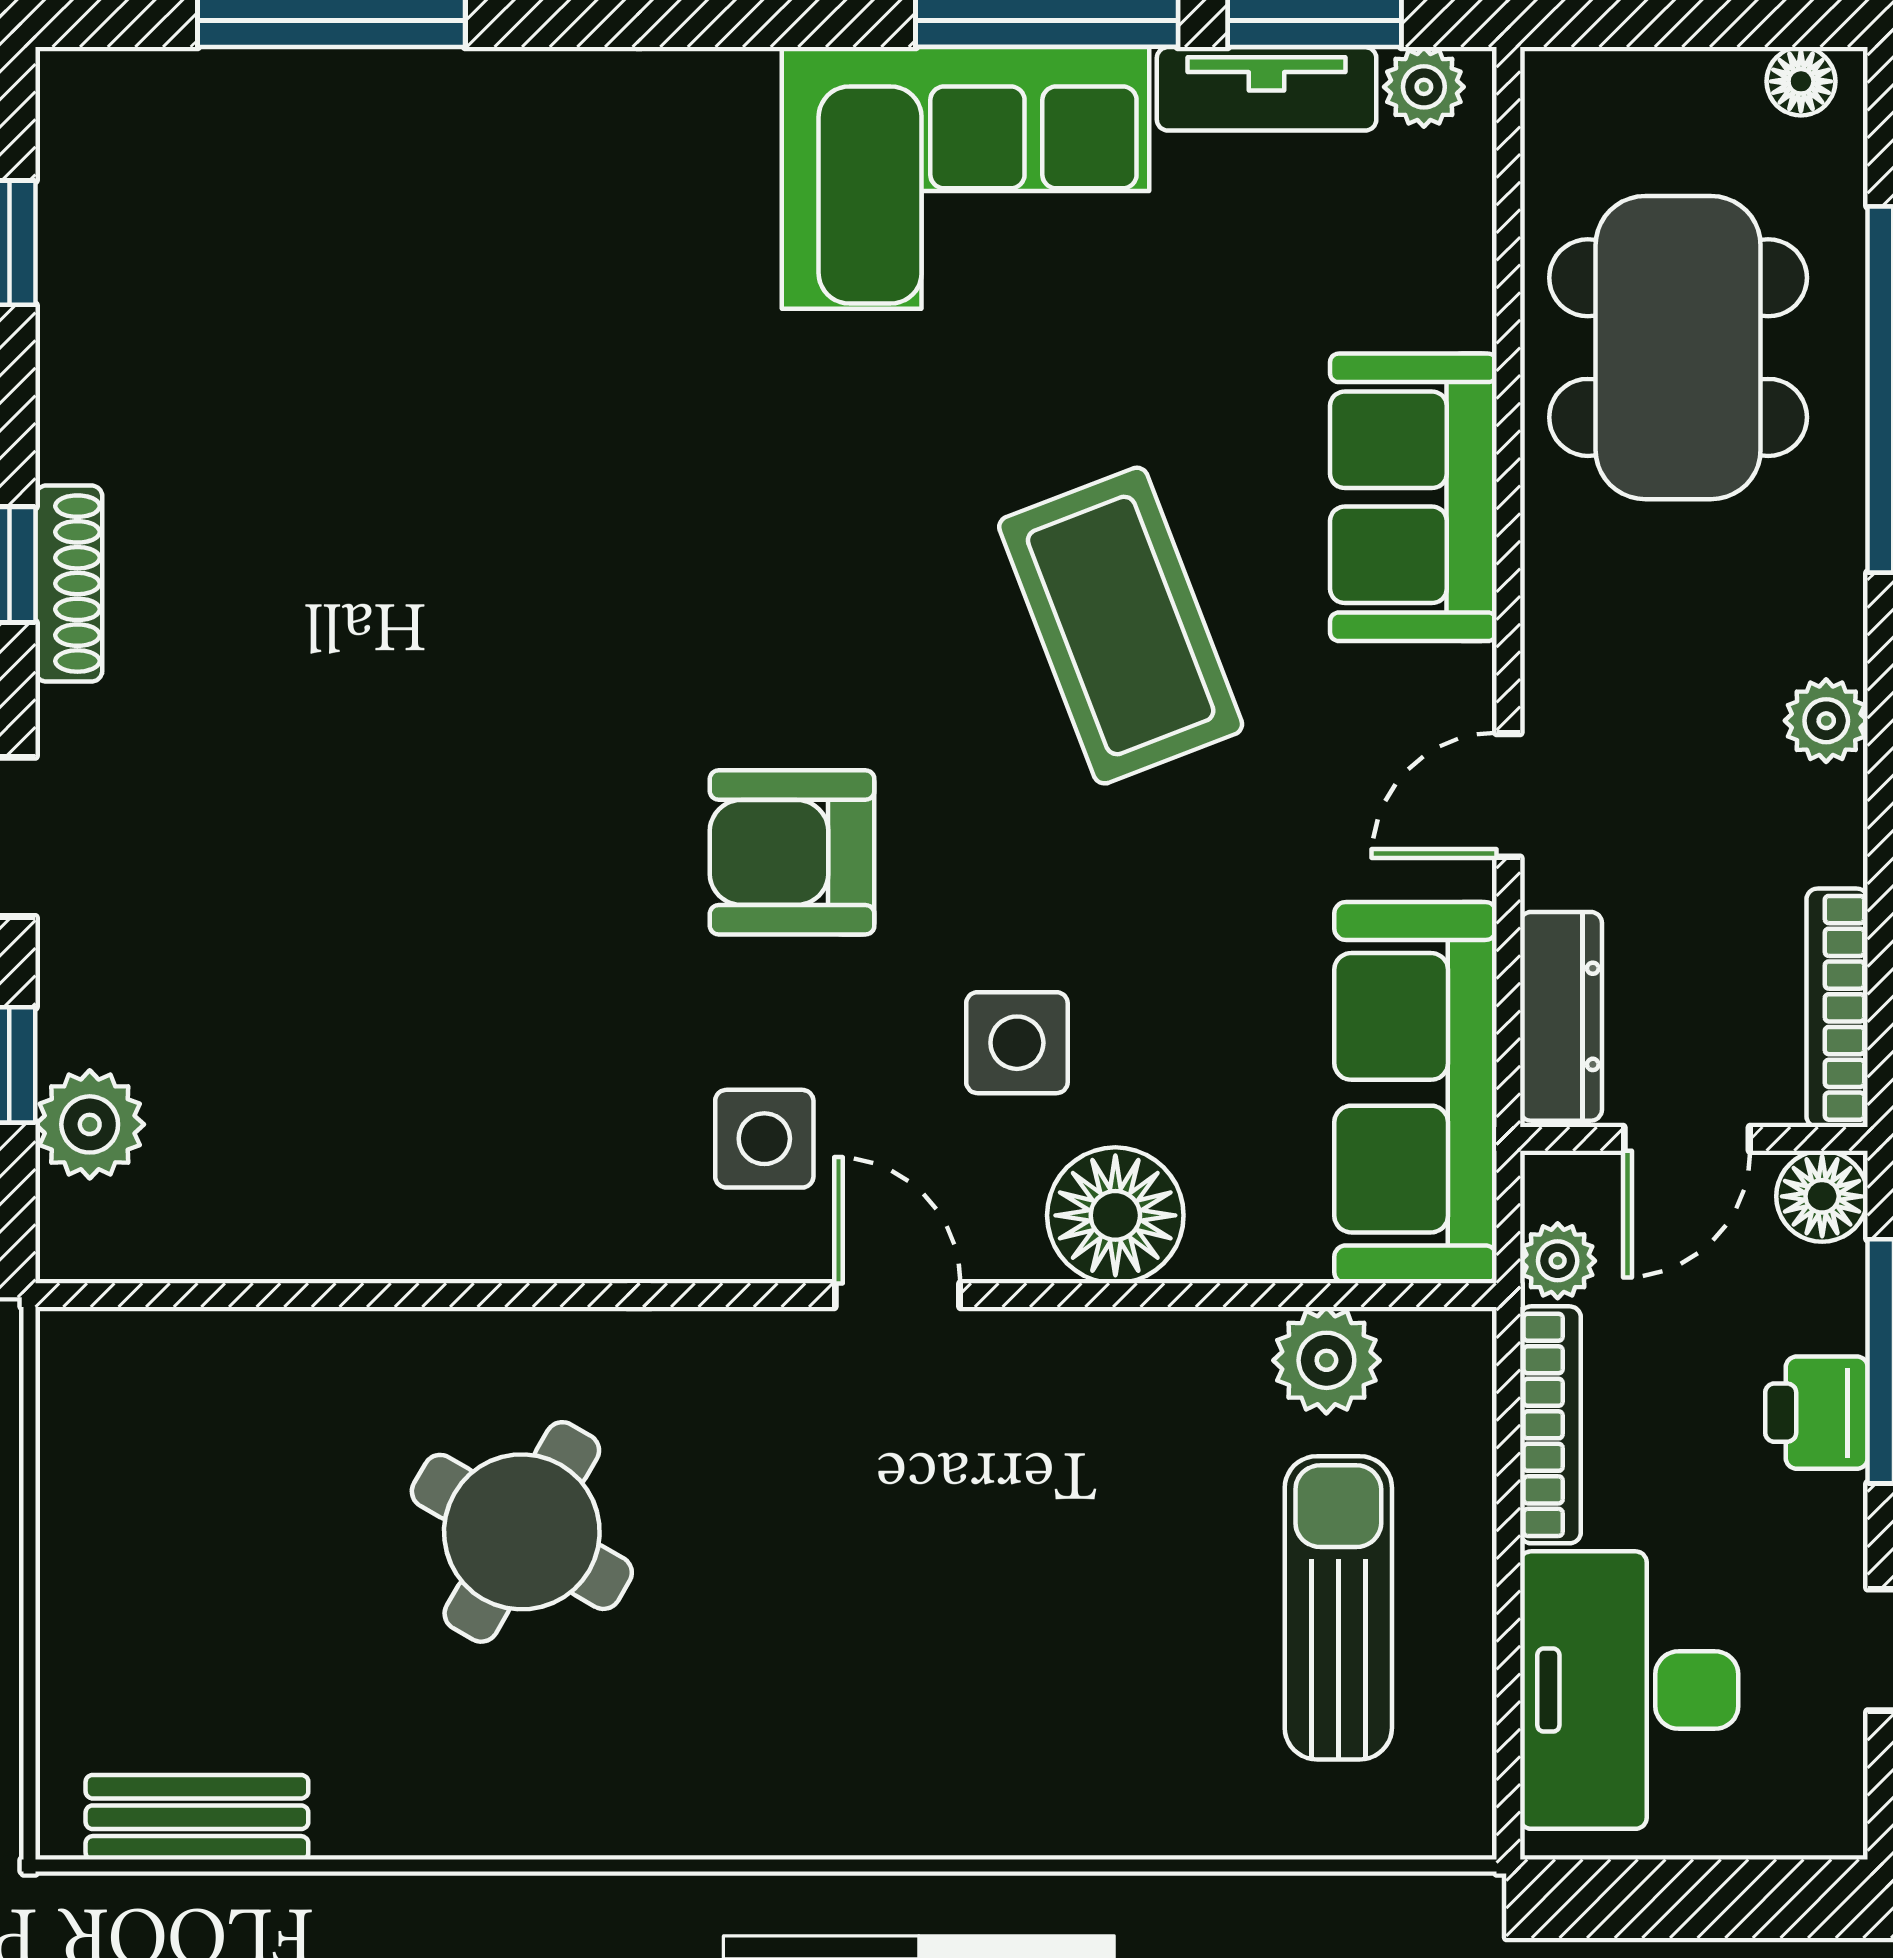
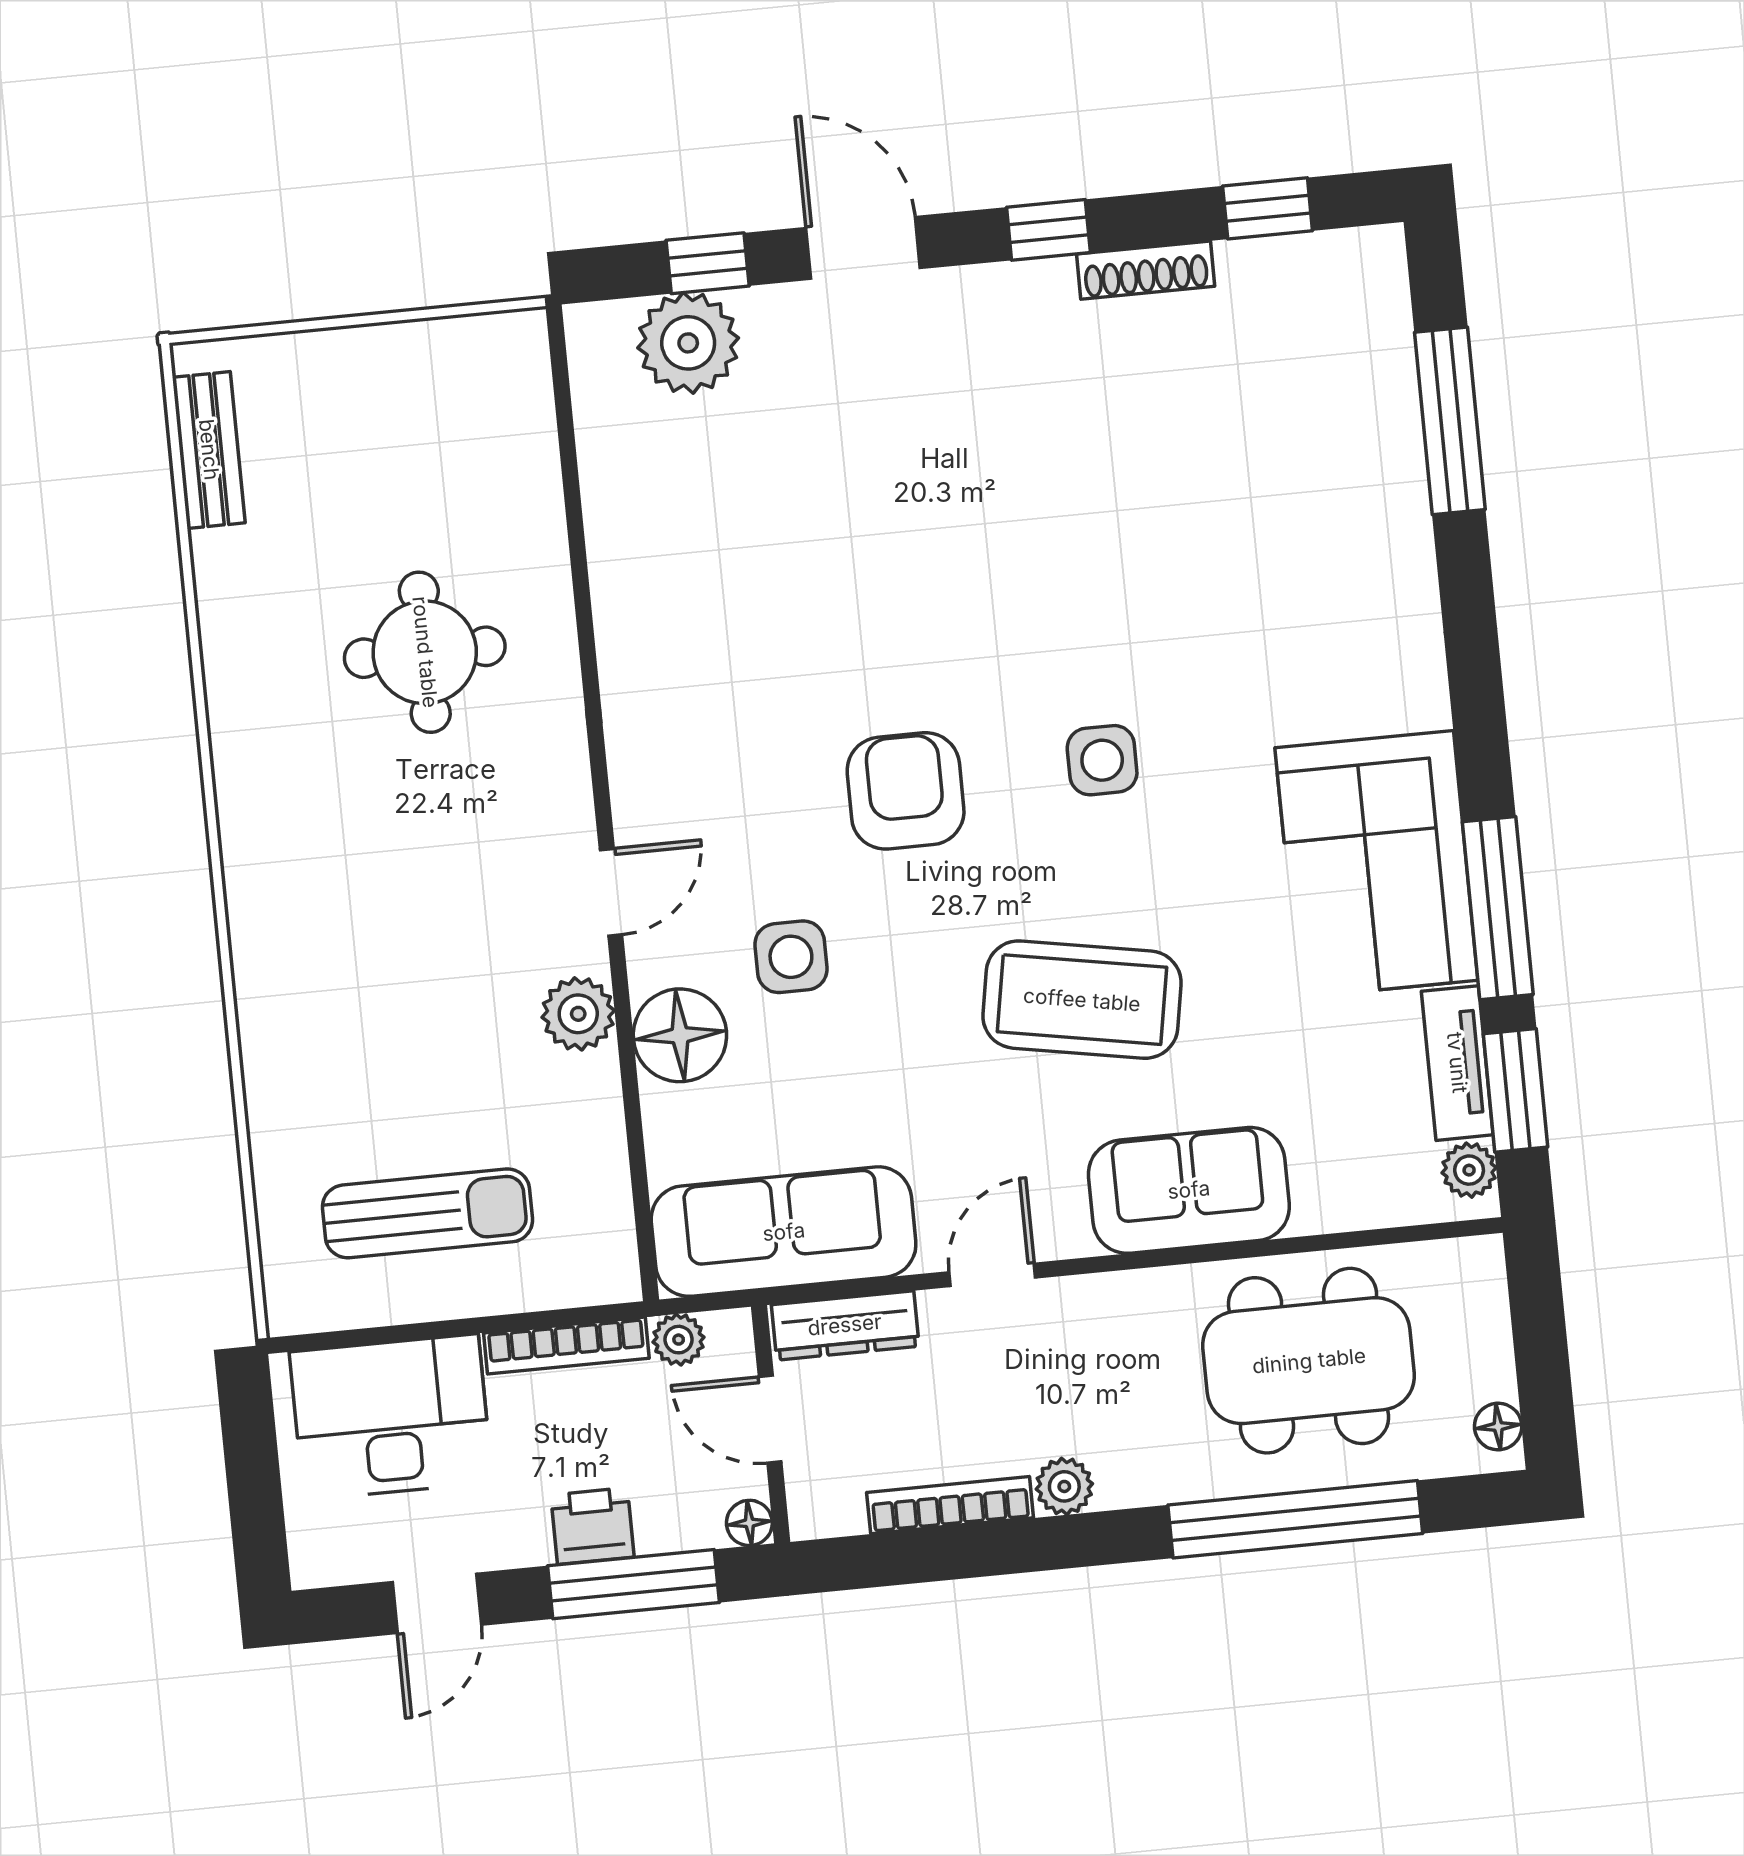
shoe rack: (69, 584) -> (1146, 270), moved
coffee table: (1121, 626) -> (1082, 1000), turned 31
door: (1508, 795) -> (992, 1275), hinge flipped
bookcase: (1837, 1008) -> (950, 1505), moved
plant: (90, 1124) -> (688, 343), width x1.36, depth x1.36
side table: (764, 1139) -> (1102, 760), moved
floor lamp: (1822, 1196) -> (749, 1523), width x0.73, depth x0.73
plant: (1326, 1360) -> (578, 1014), moved
round table: (522, 1532) -> (425, 652), turned -30

